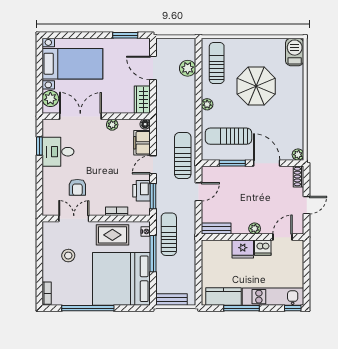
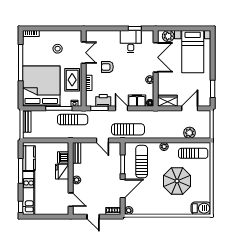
armchair: (77, 187) -> (107, 67), moved
dishwasher: (263, 248) -> (63, 158), moved

